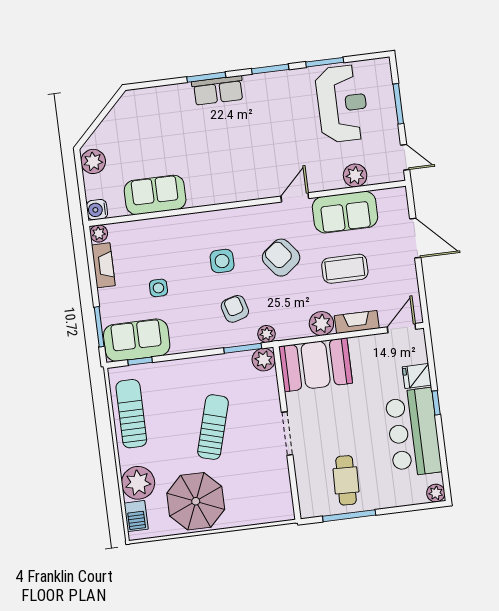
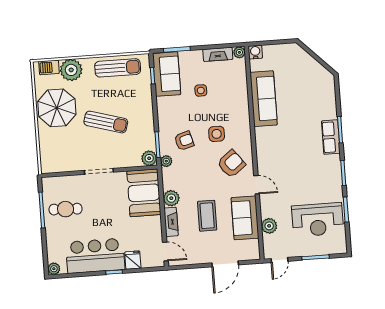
plant: (93, 161) -> (288, 51), removed
sofa: (155, 195) -> (264, 99), width x1.36
armchair: (281, 258) -> (231, 164), moved

